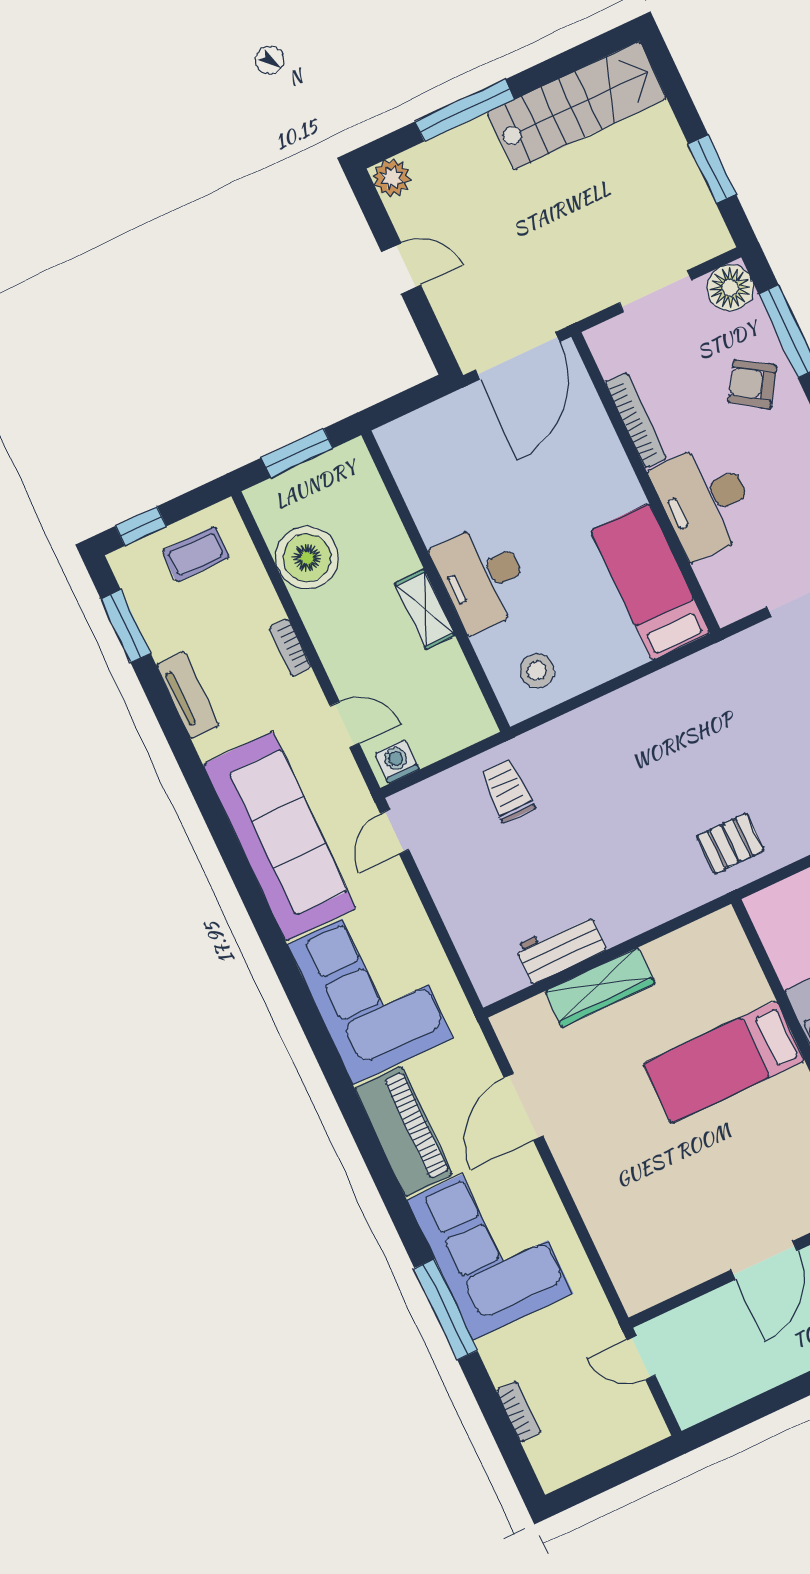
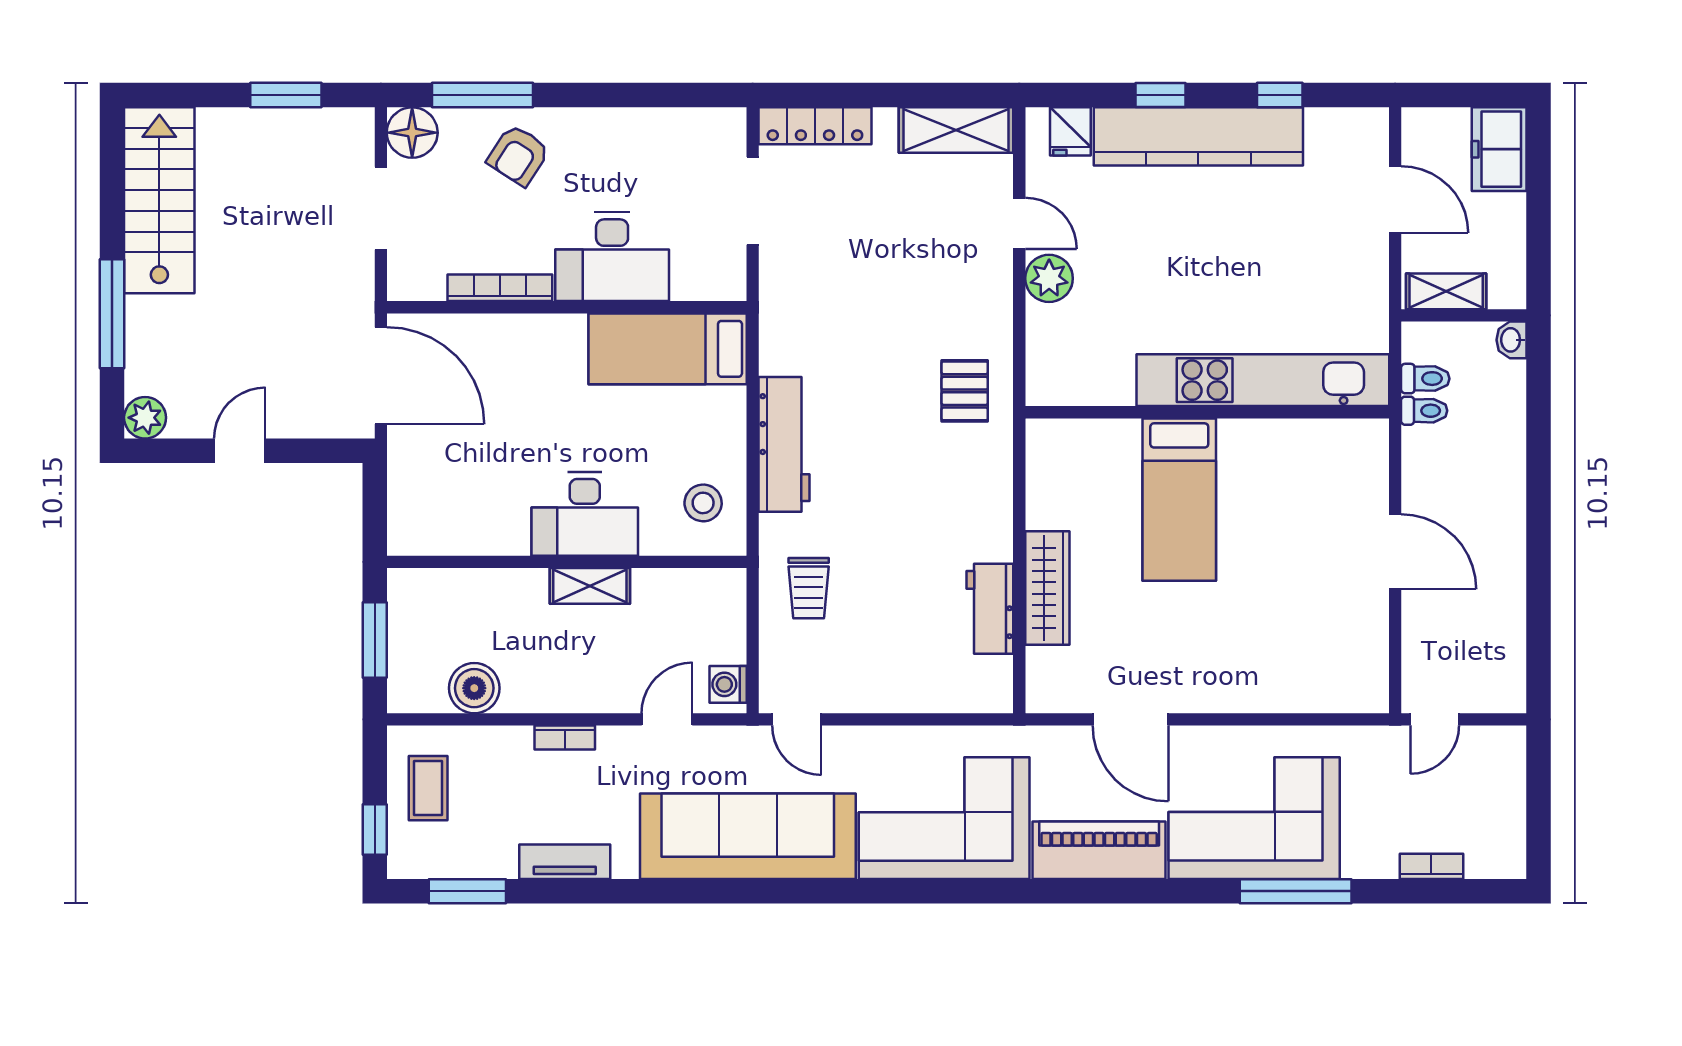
boiler: (307, 558) -> (474, 688), width x0.73, depth x0.73
workbench: (617, 715) -> (784, 444), added
trolley: (507, 791) -> (809, 588), turned -90

